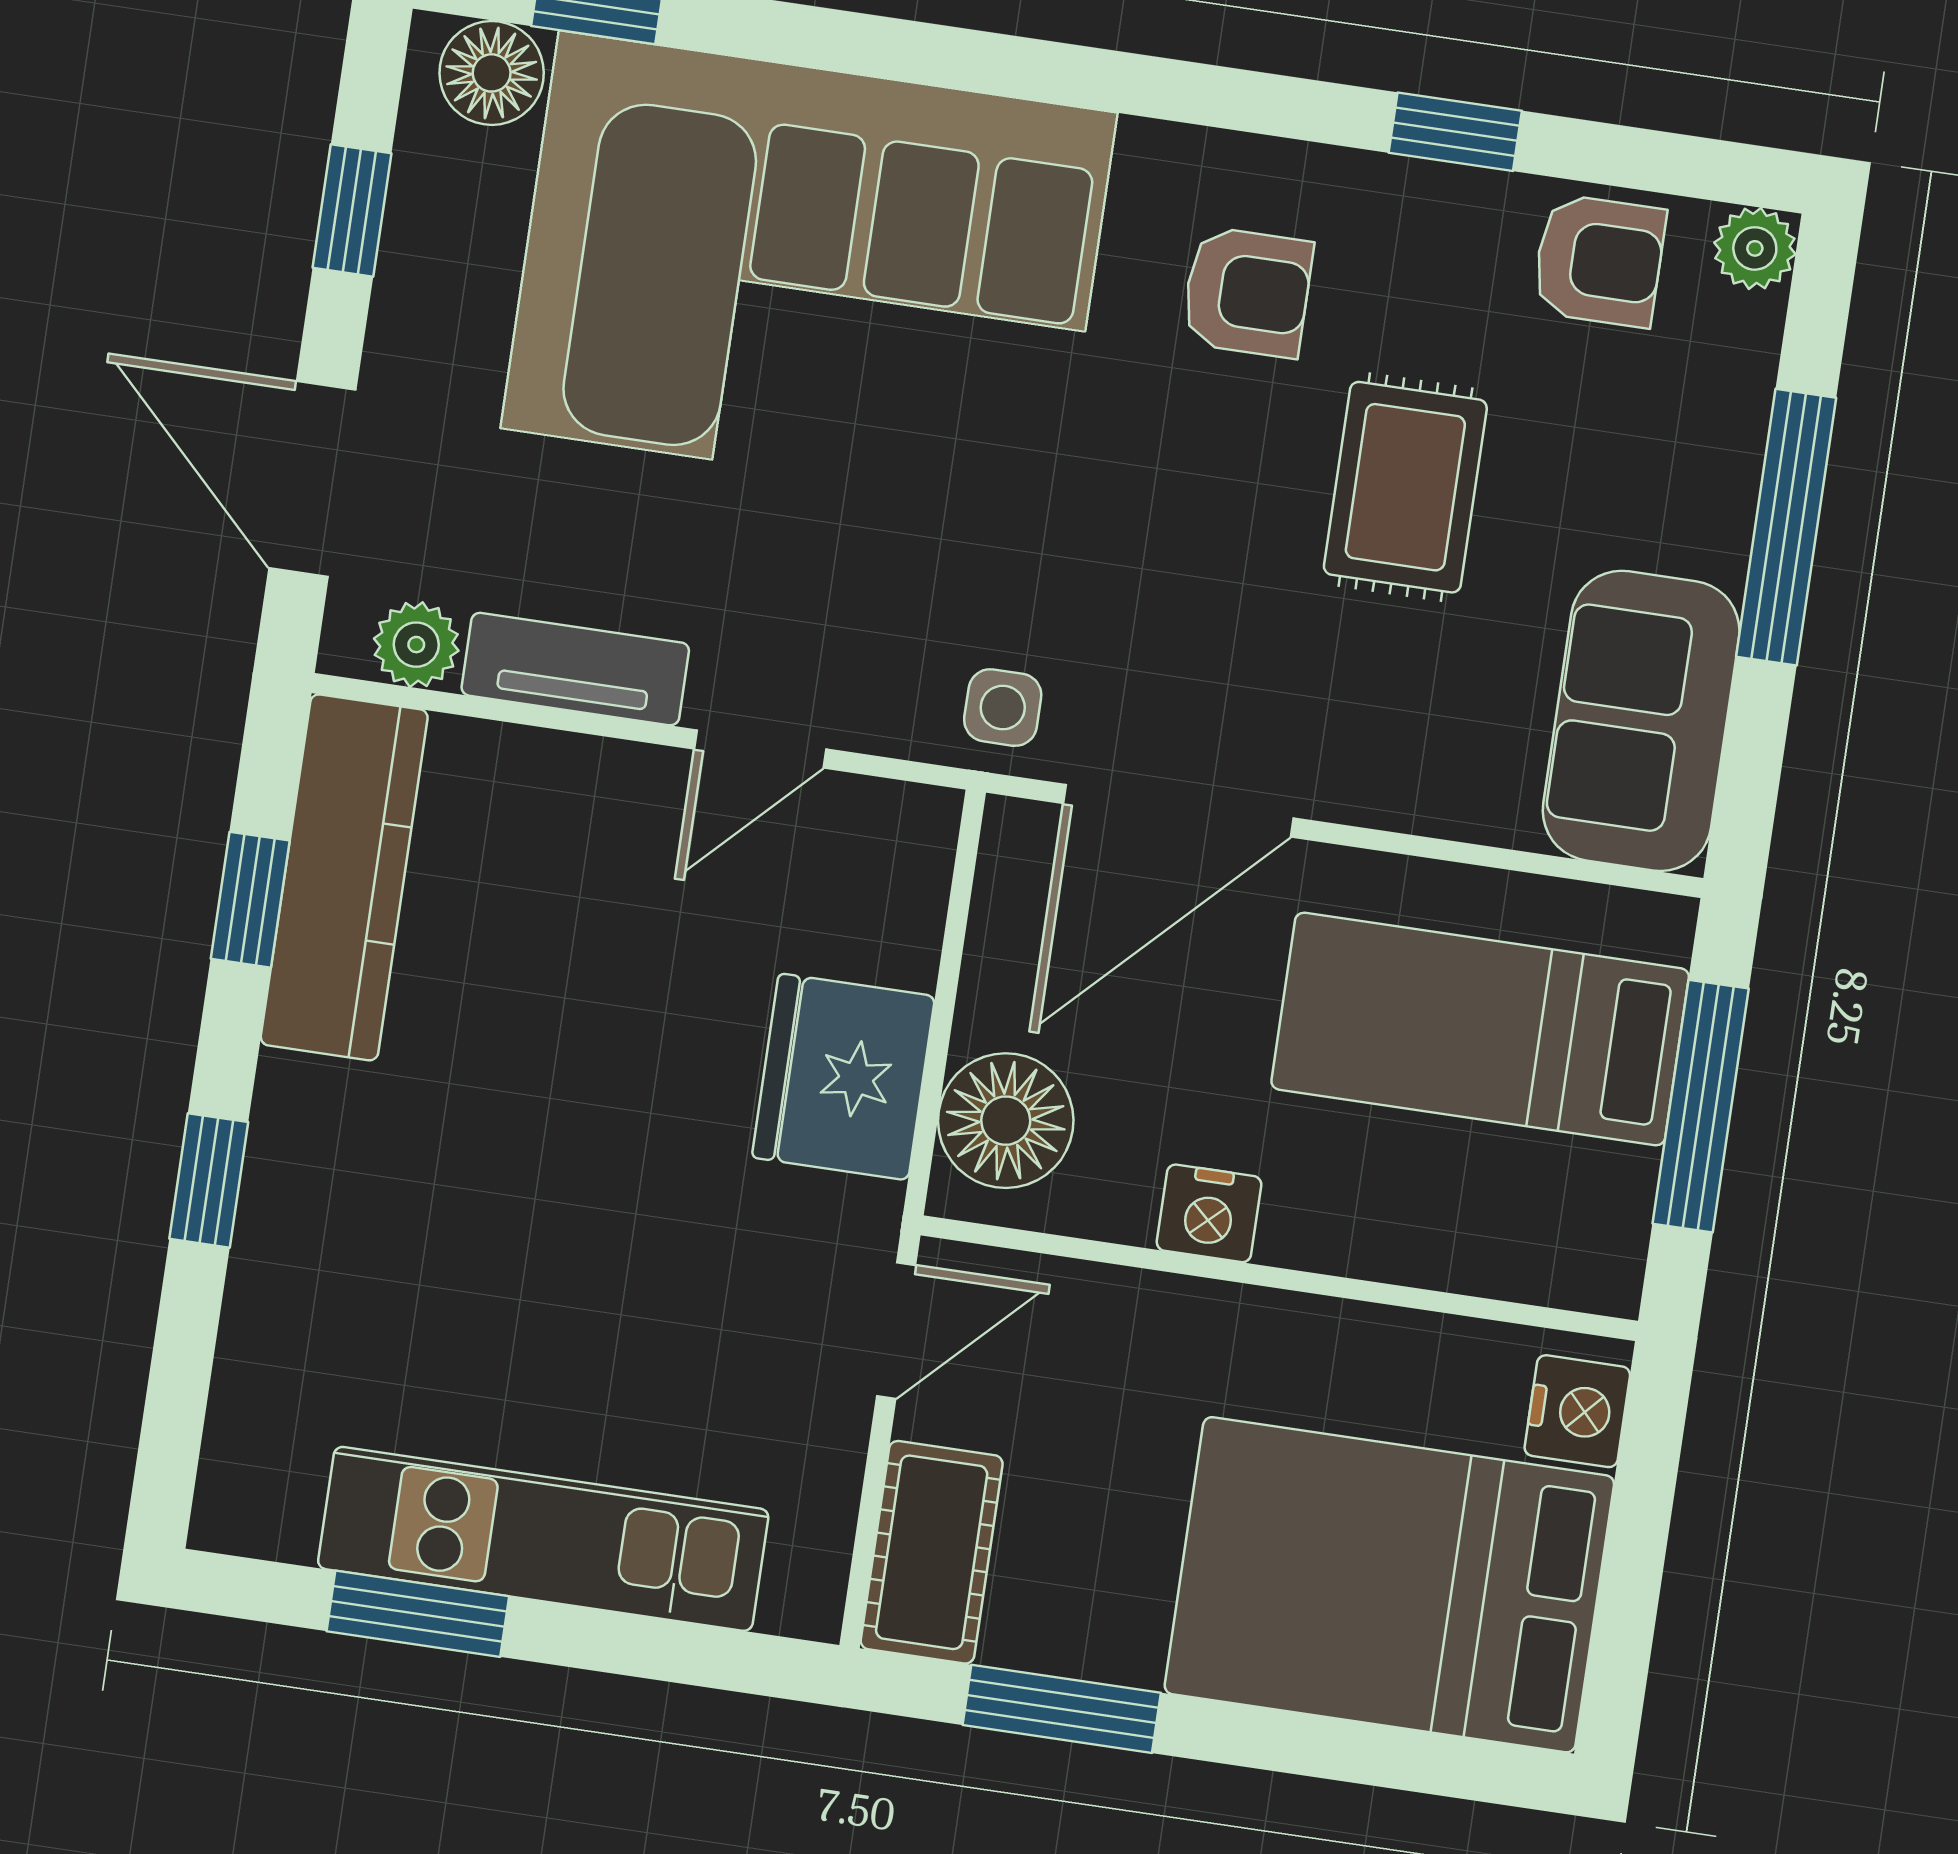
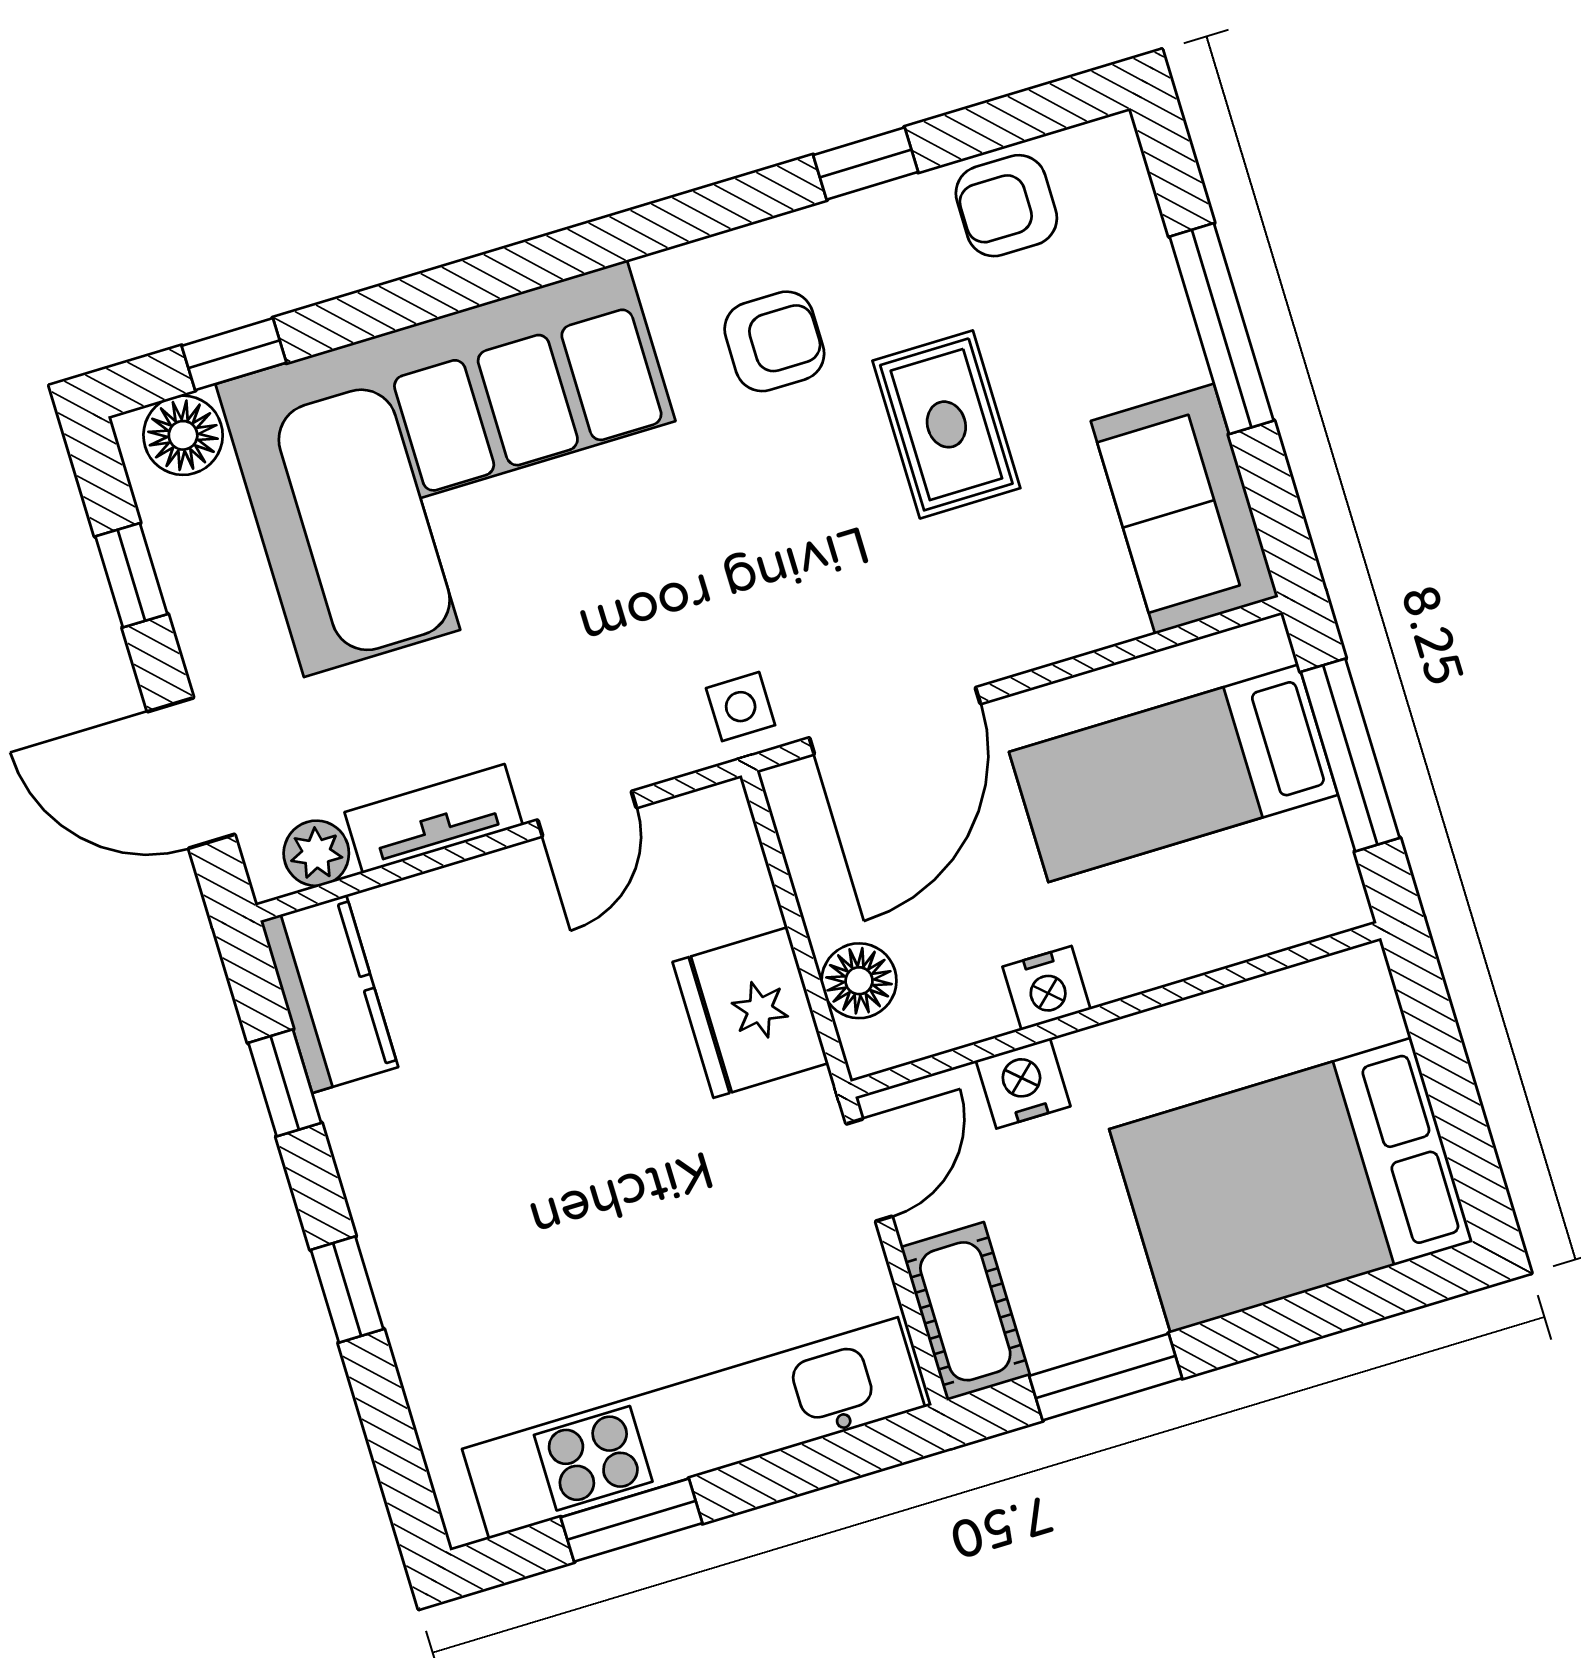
plant: (1755, 248) -> (1110, 147), removed
armchair: (1599, 261) -> (1006, 206), turned 180
kitchen counter: (344, 877) -> (329, 994), width x0.67
floor lamp: (1006, 1121) -> (859, 981), width x0.73, depth x0.73
nightstand: (1577, 1411) -> (1023, 1083), moved, turned -90
kitchen unit: (543, 1539) -> (694, 1428), width x1.36

